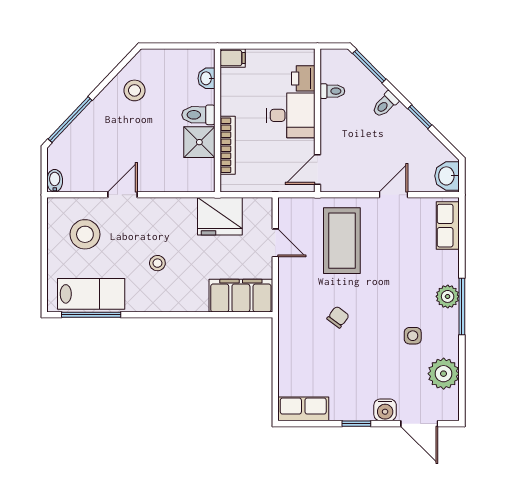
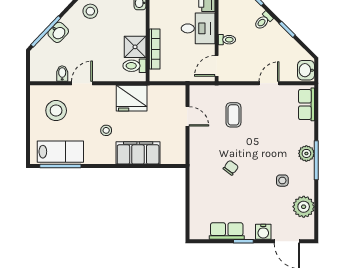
toilet: (332, 91) -> (227, 40), moved
toilet: (198, 115) -> (134, 66), moved
washbasin: (88, 121) -> (58, 32), added
bidet: (55, 181) -> (62, 74), moved
fridge: (220, 216) -> (132, 98), moved
coffee table: (342, 241) -> (233, 115), width x0.54, depth x0.58
filing cabinet: (241, 296) -> (138, 153), moved
row of seats: (303, 409) -> (227, 231), moved

